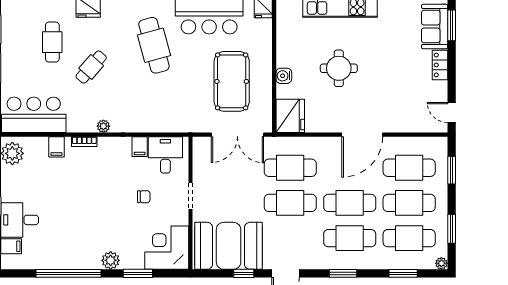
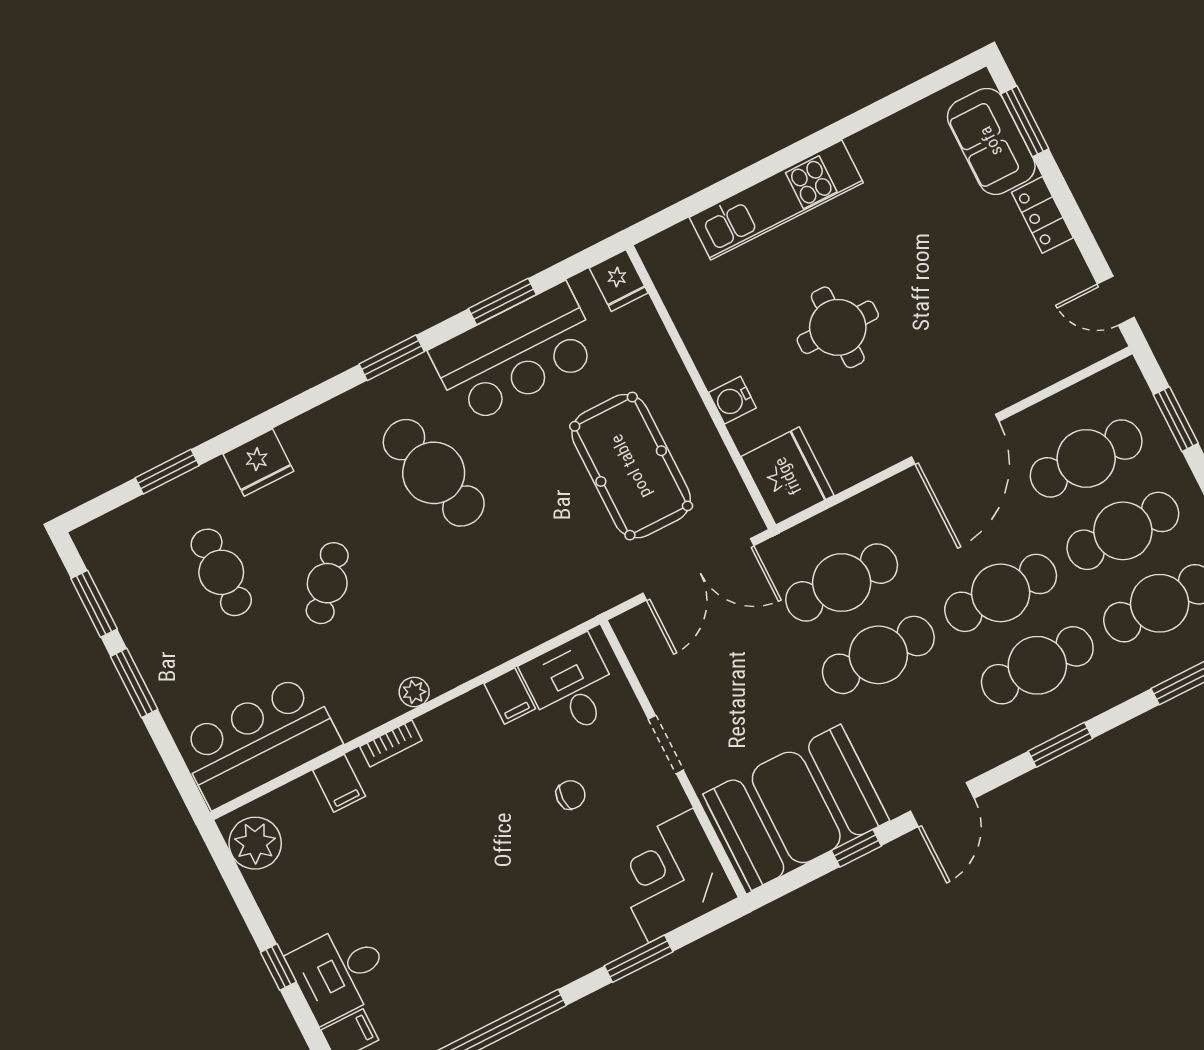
plant: (111, 260) -> (569, 961), removed

